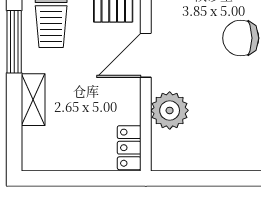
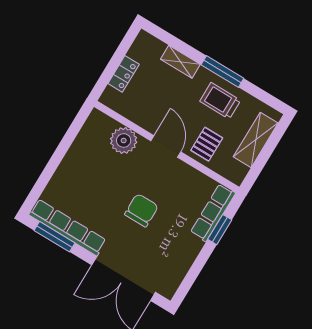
locker: (129, 148) -> (124, 74), moved, turned 90

